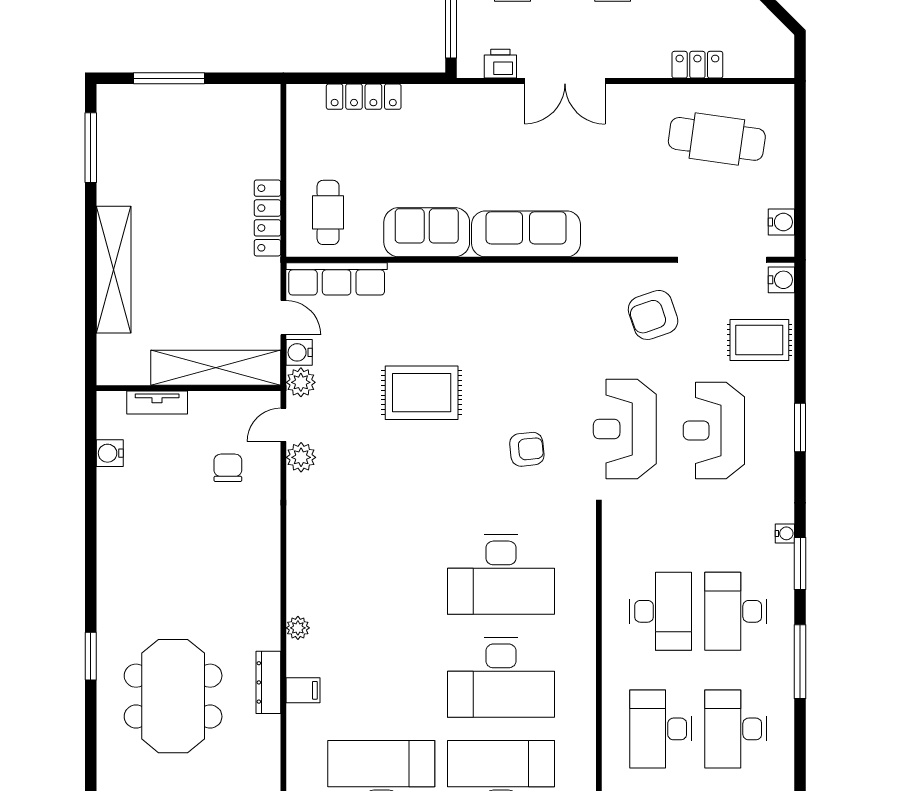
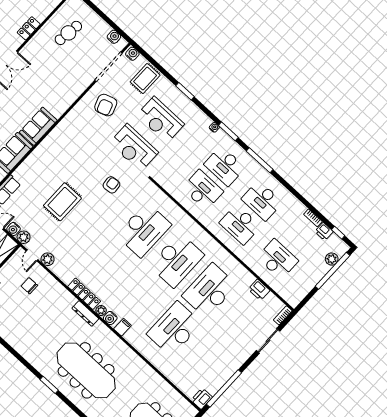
locker: (697, 65) -> (29, 28), moved
cafe table: (717, 139) -> (68, 33), width x0.73, depth x0.74
sofa: (526, 234) -> (38, 126), width x0.73
locker: (300, 573) -> (84, 294), added
water cooler: (299, 655) -> (110, 318), added
dresser: (268, 682) -> (85, 313), moved
meeting table: (173, 696) -> (86, 370), width x1.36

